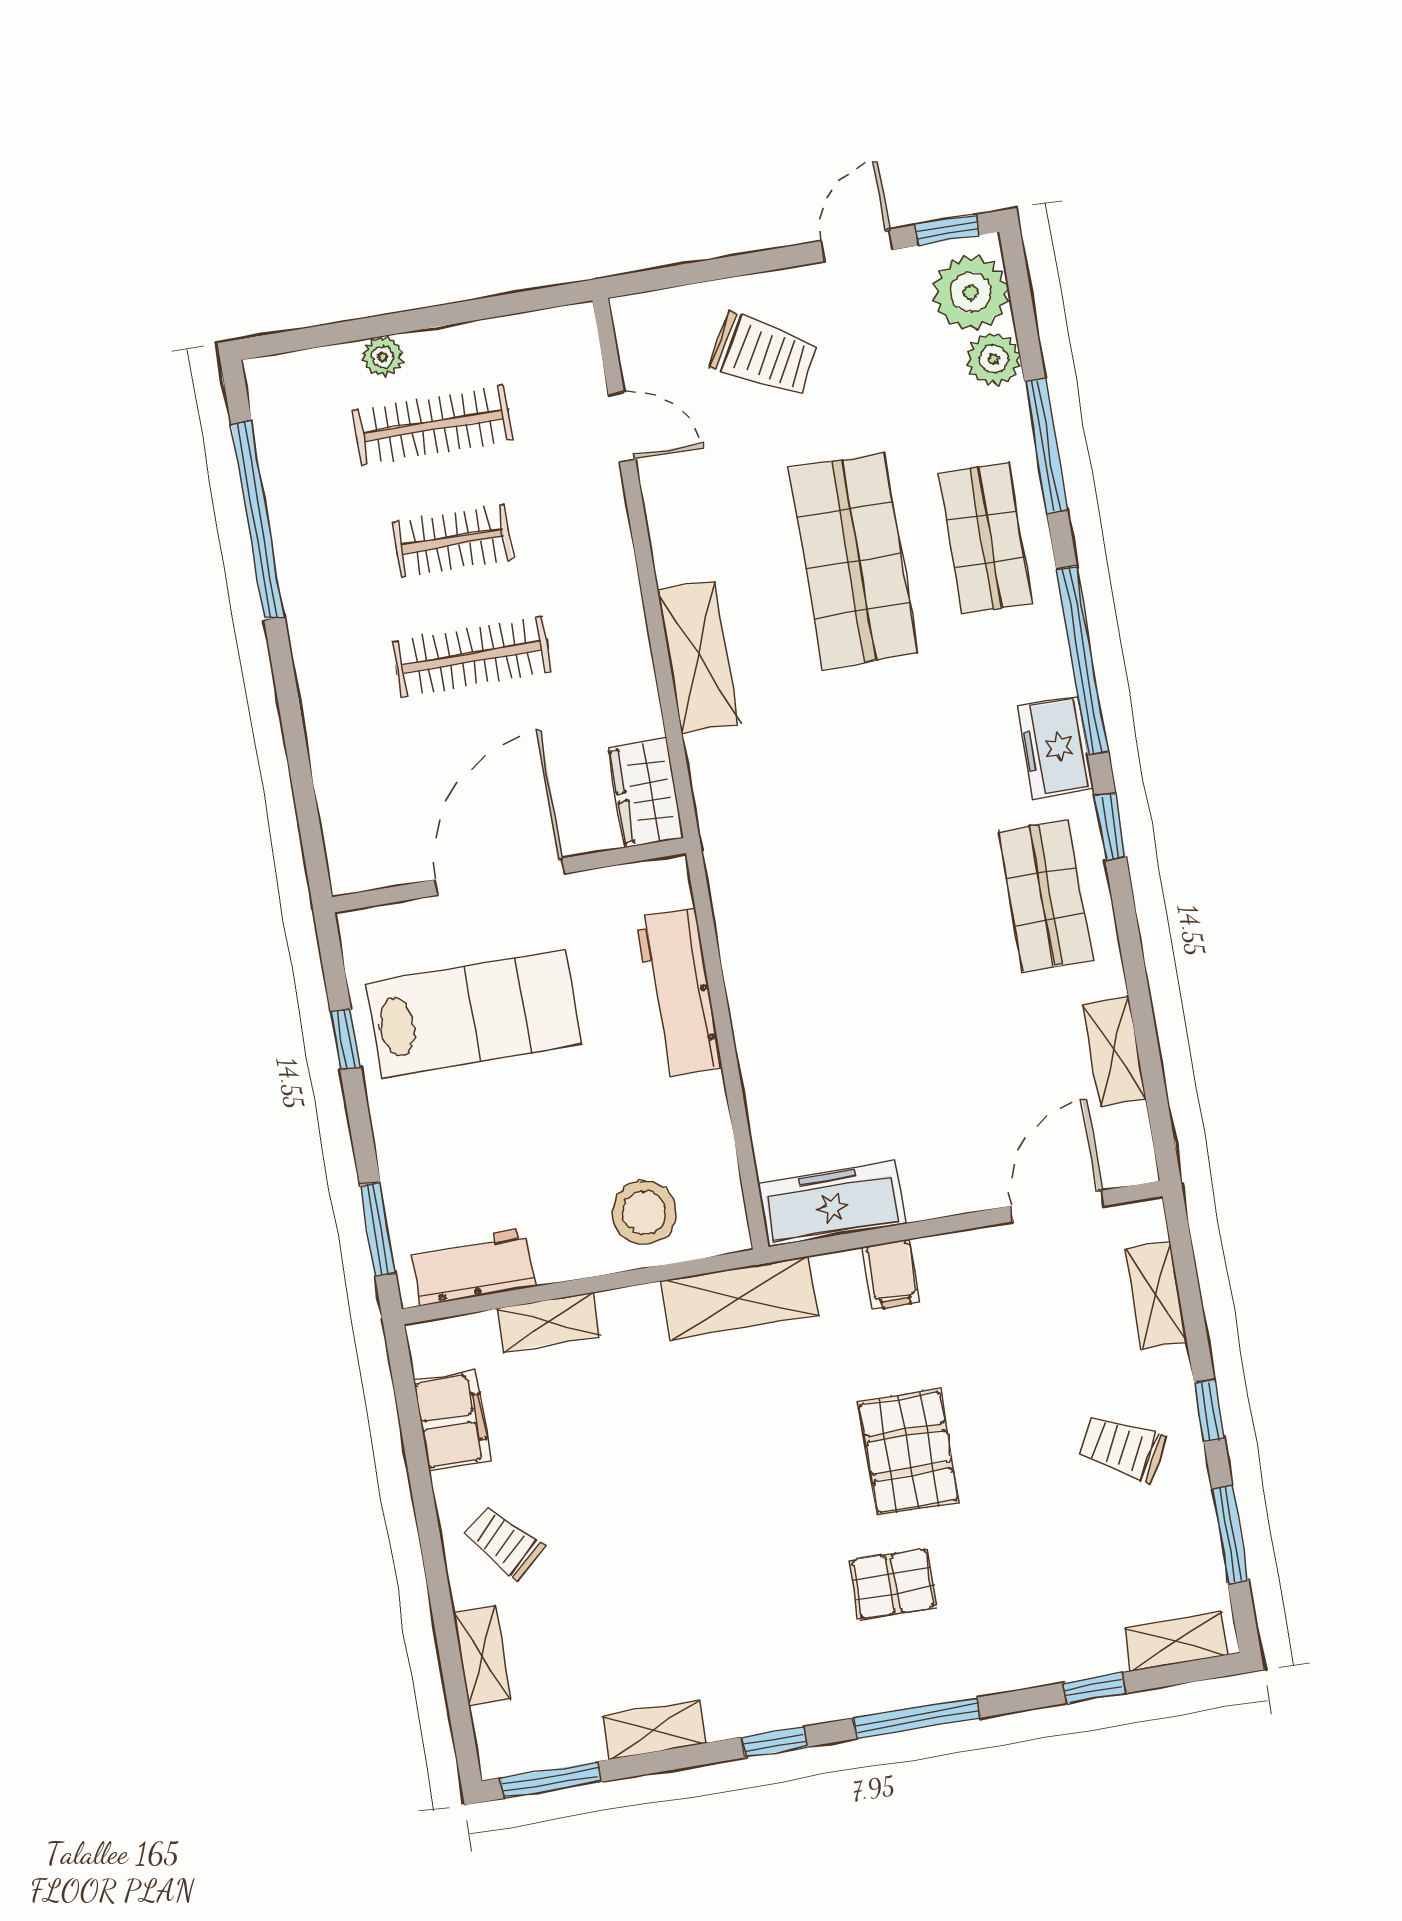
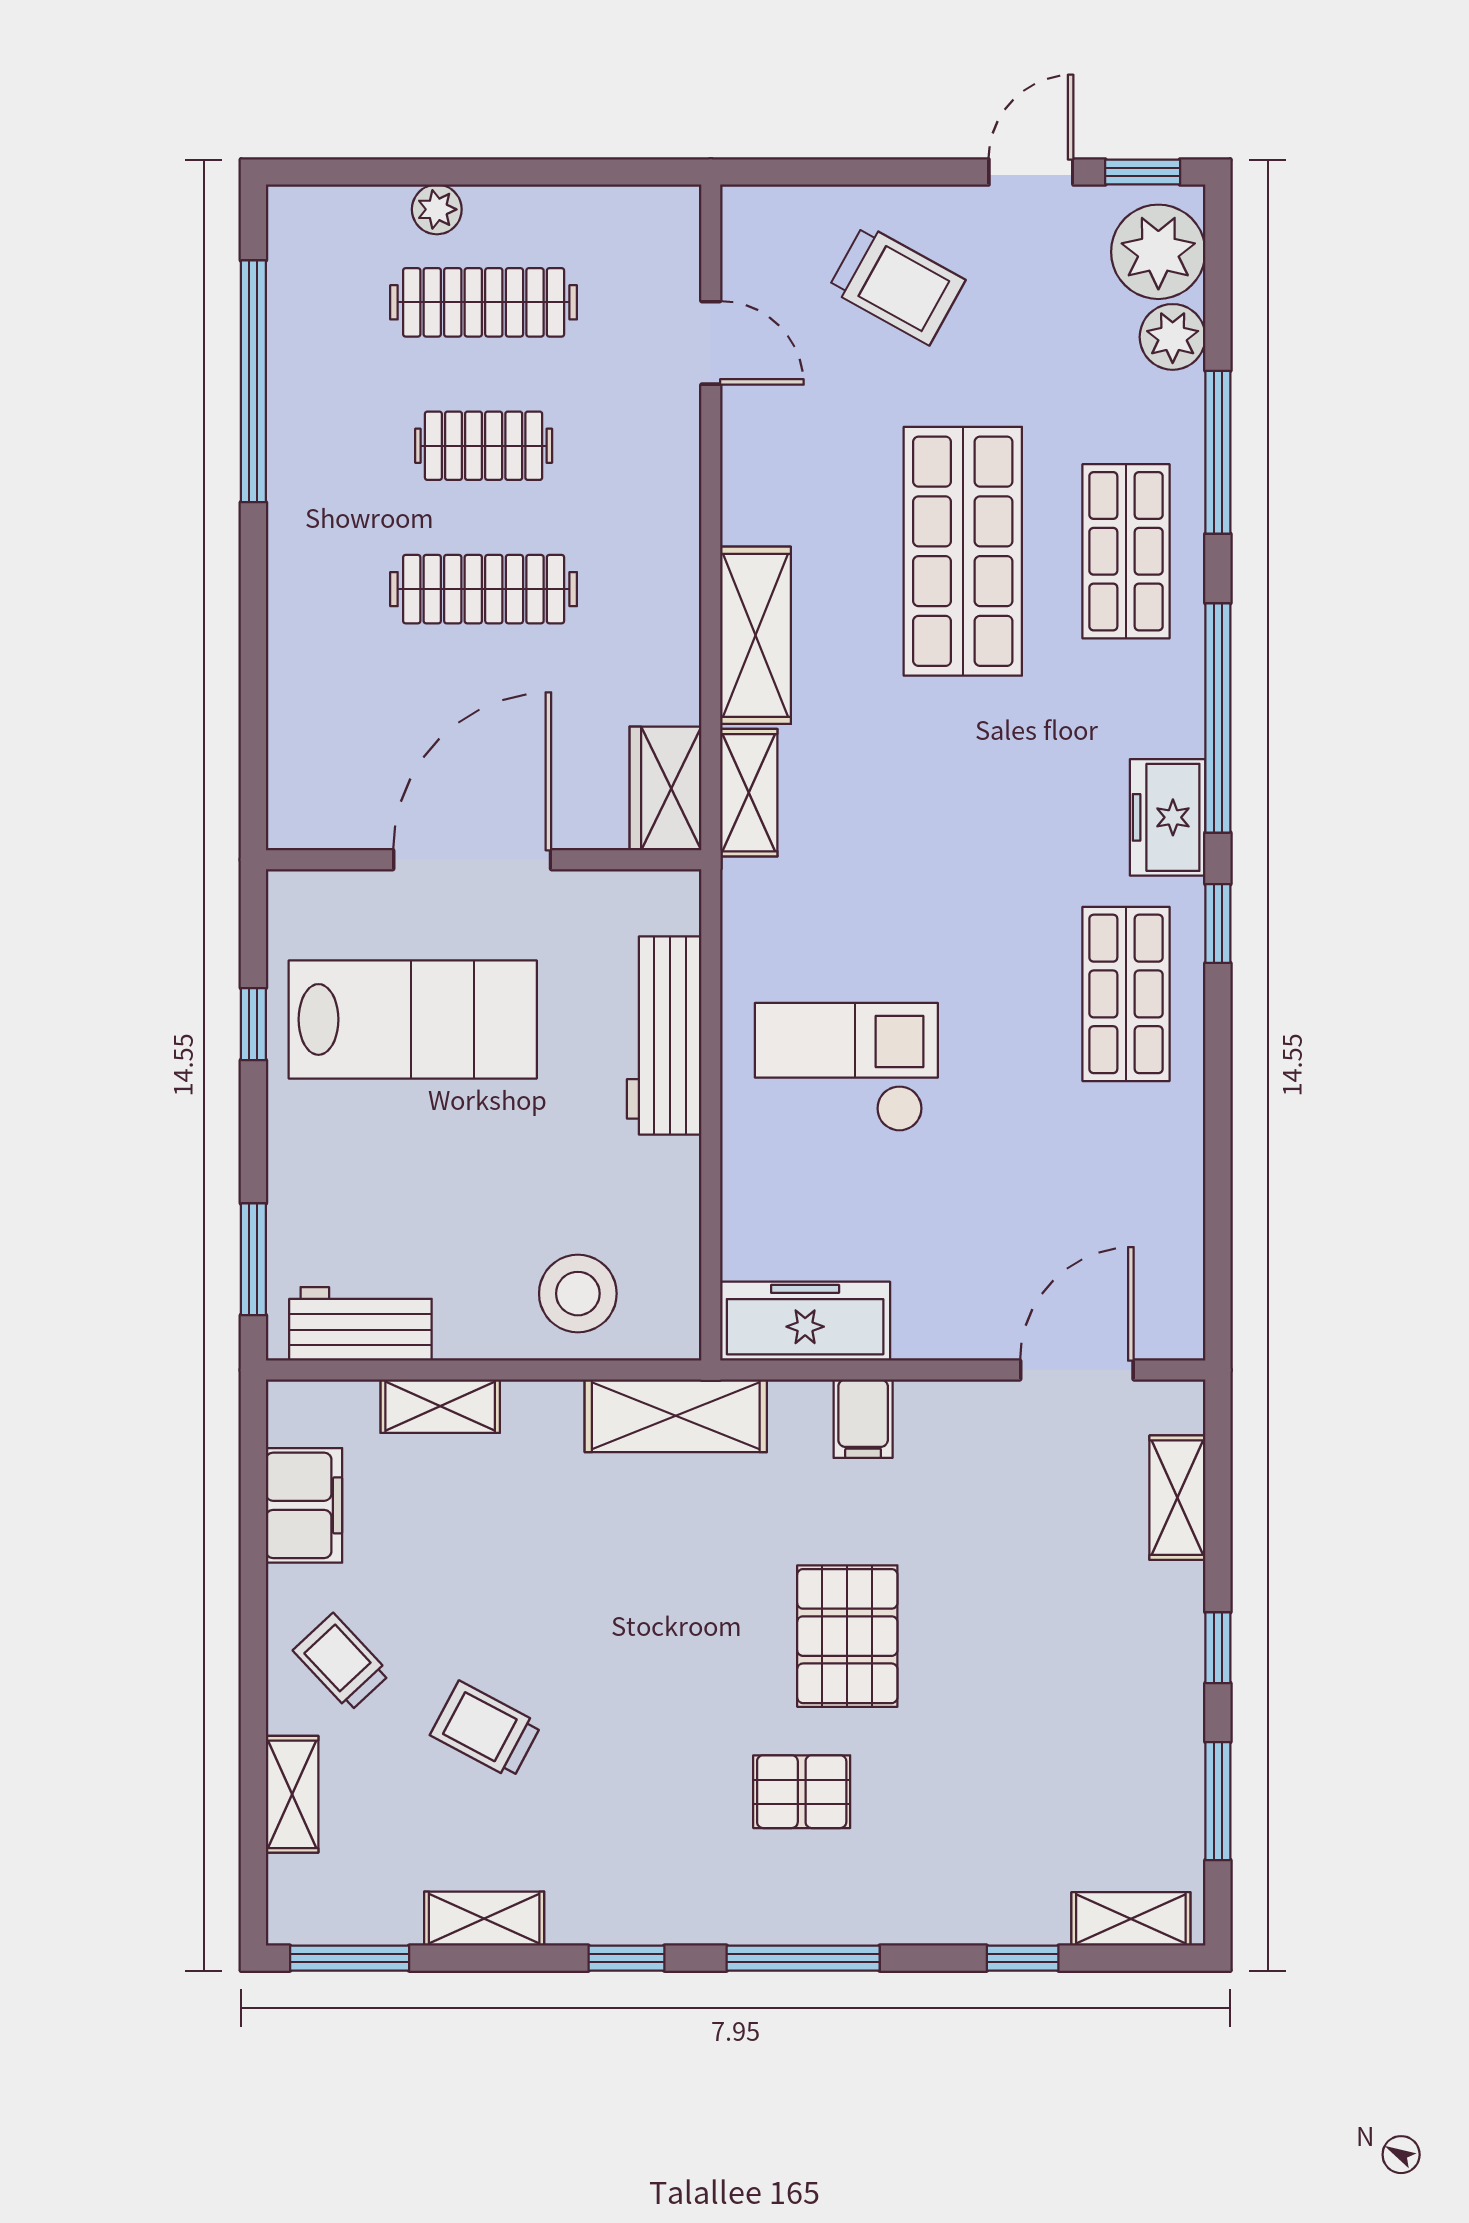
checkout: (830, 993) -> (846, 1067), added
shelving: (1114, 1051) -> (749, 793), moved
trolley: (1123, 1448) -> (486, 1730), moved

